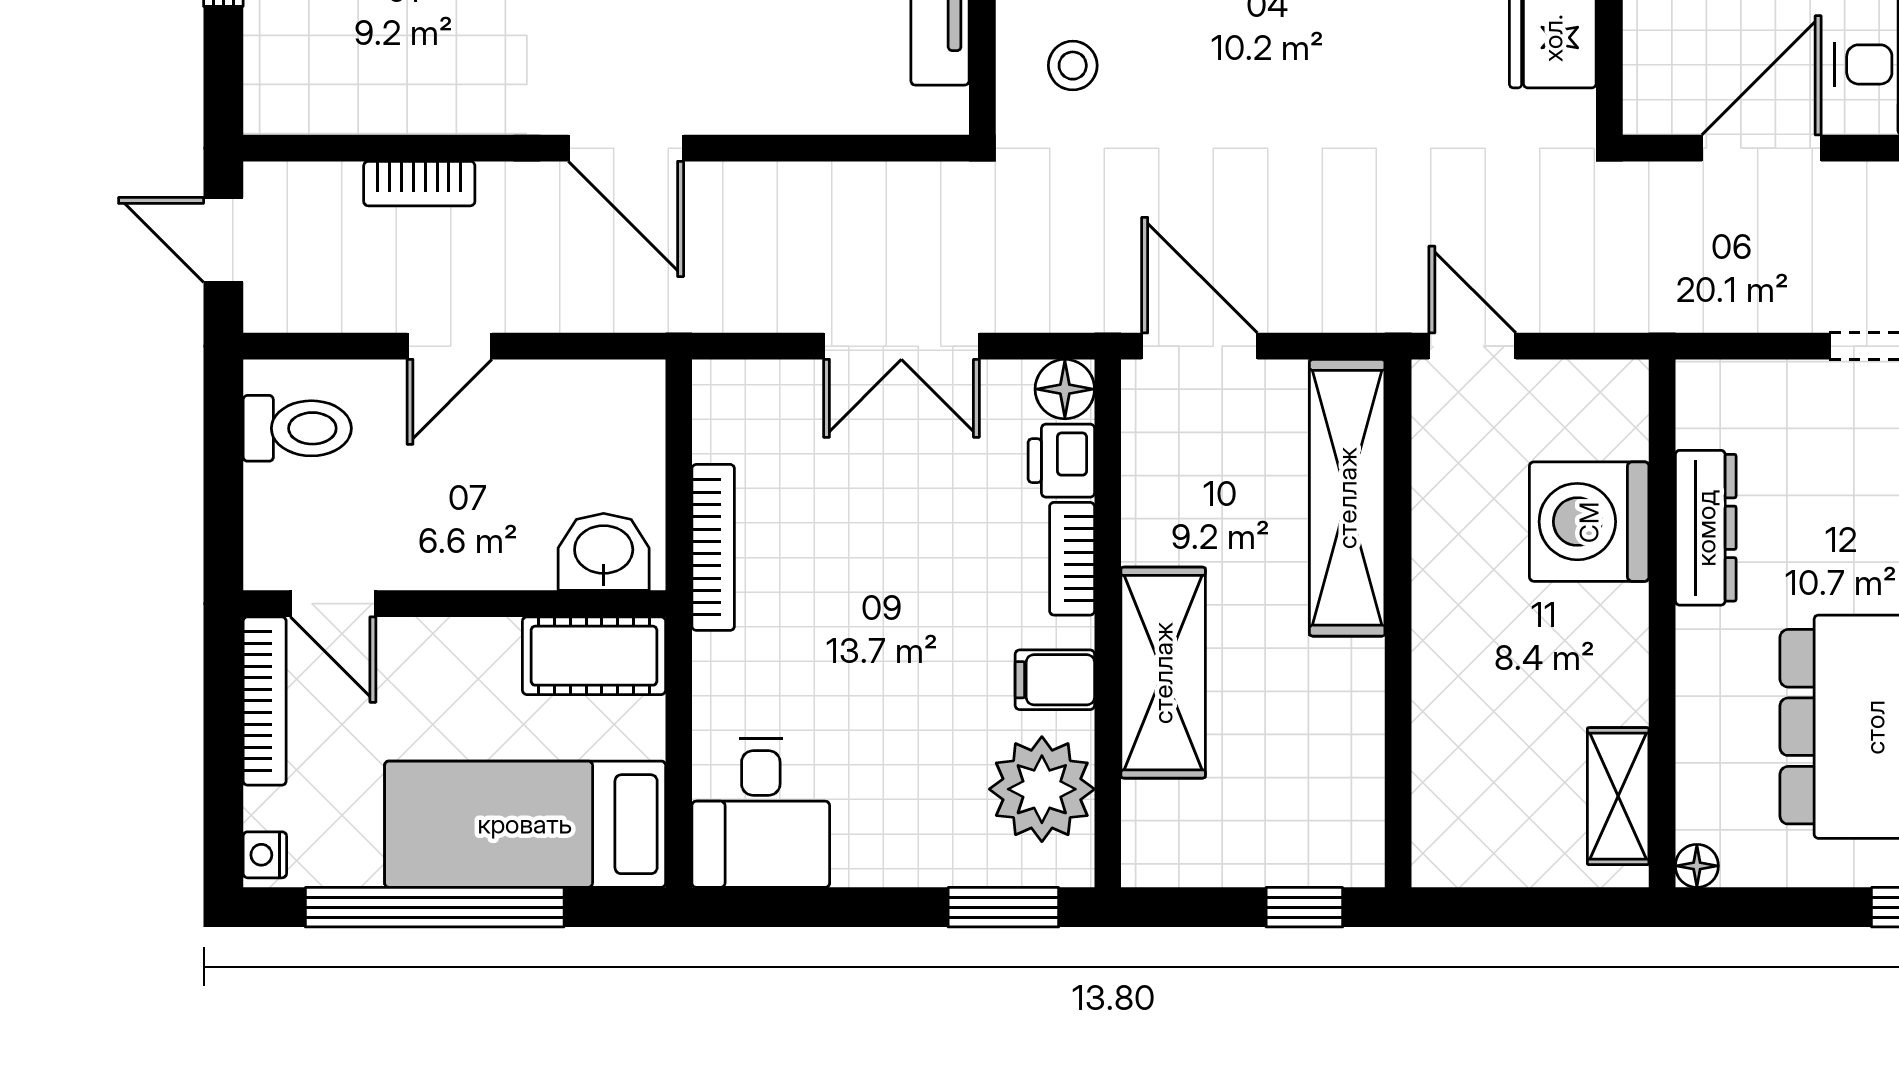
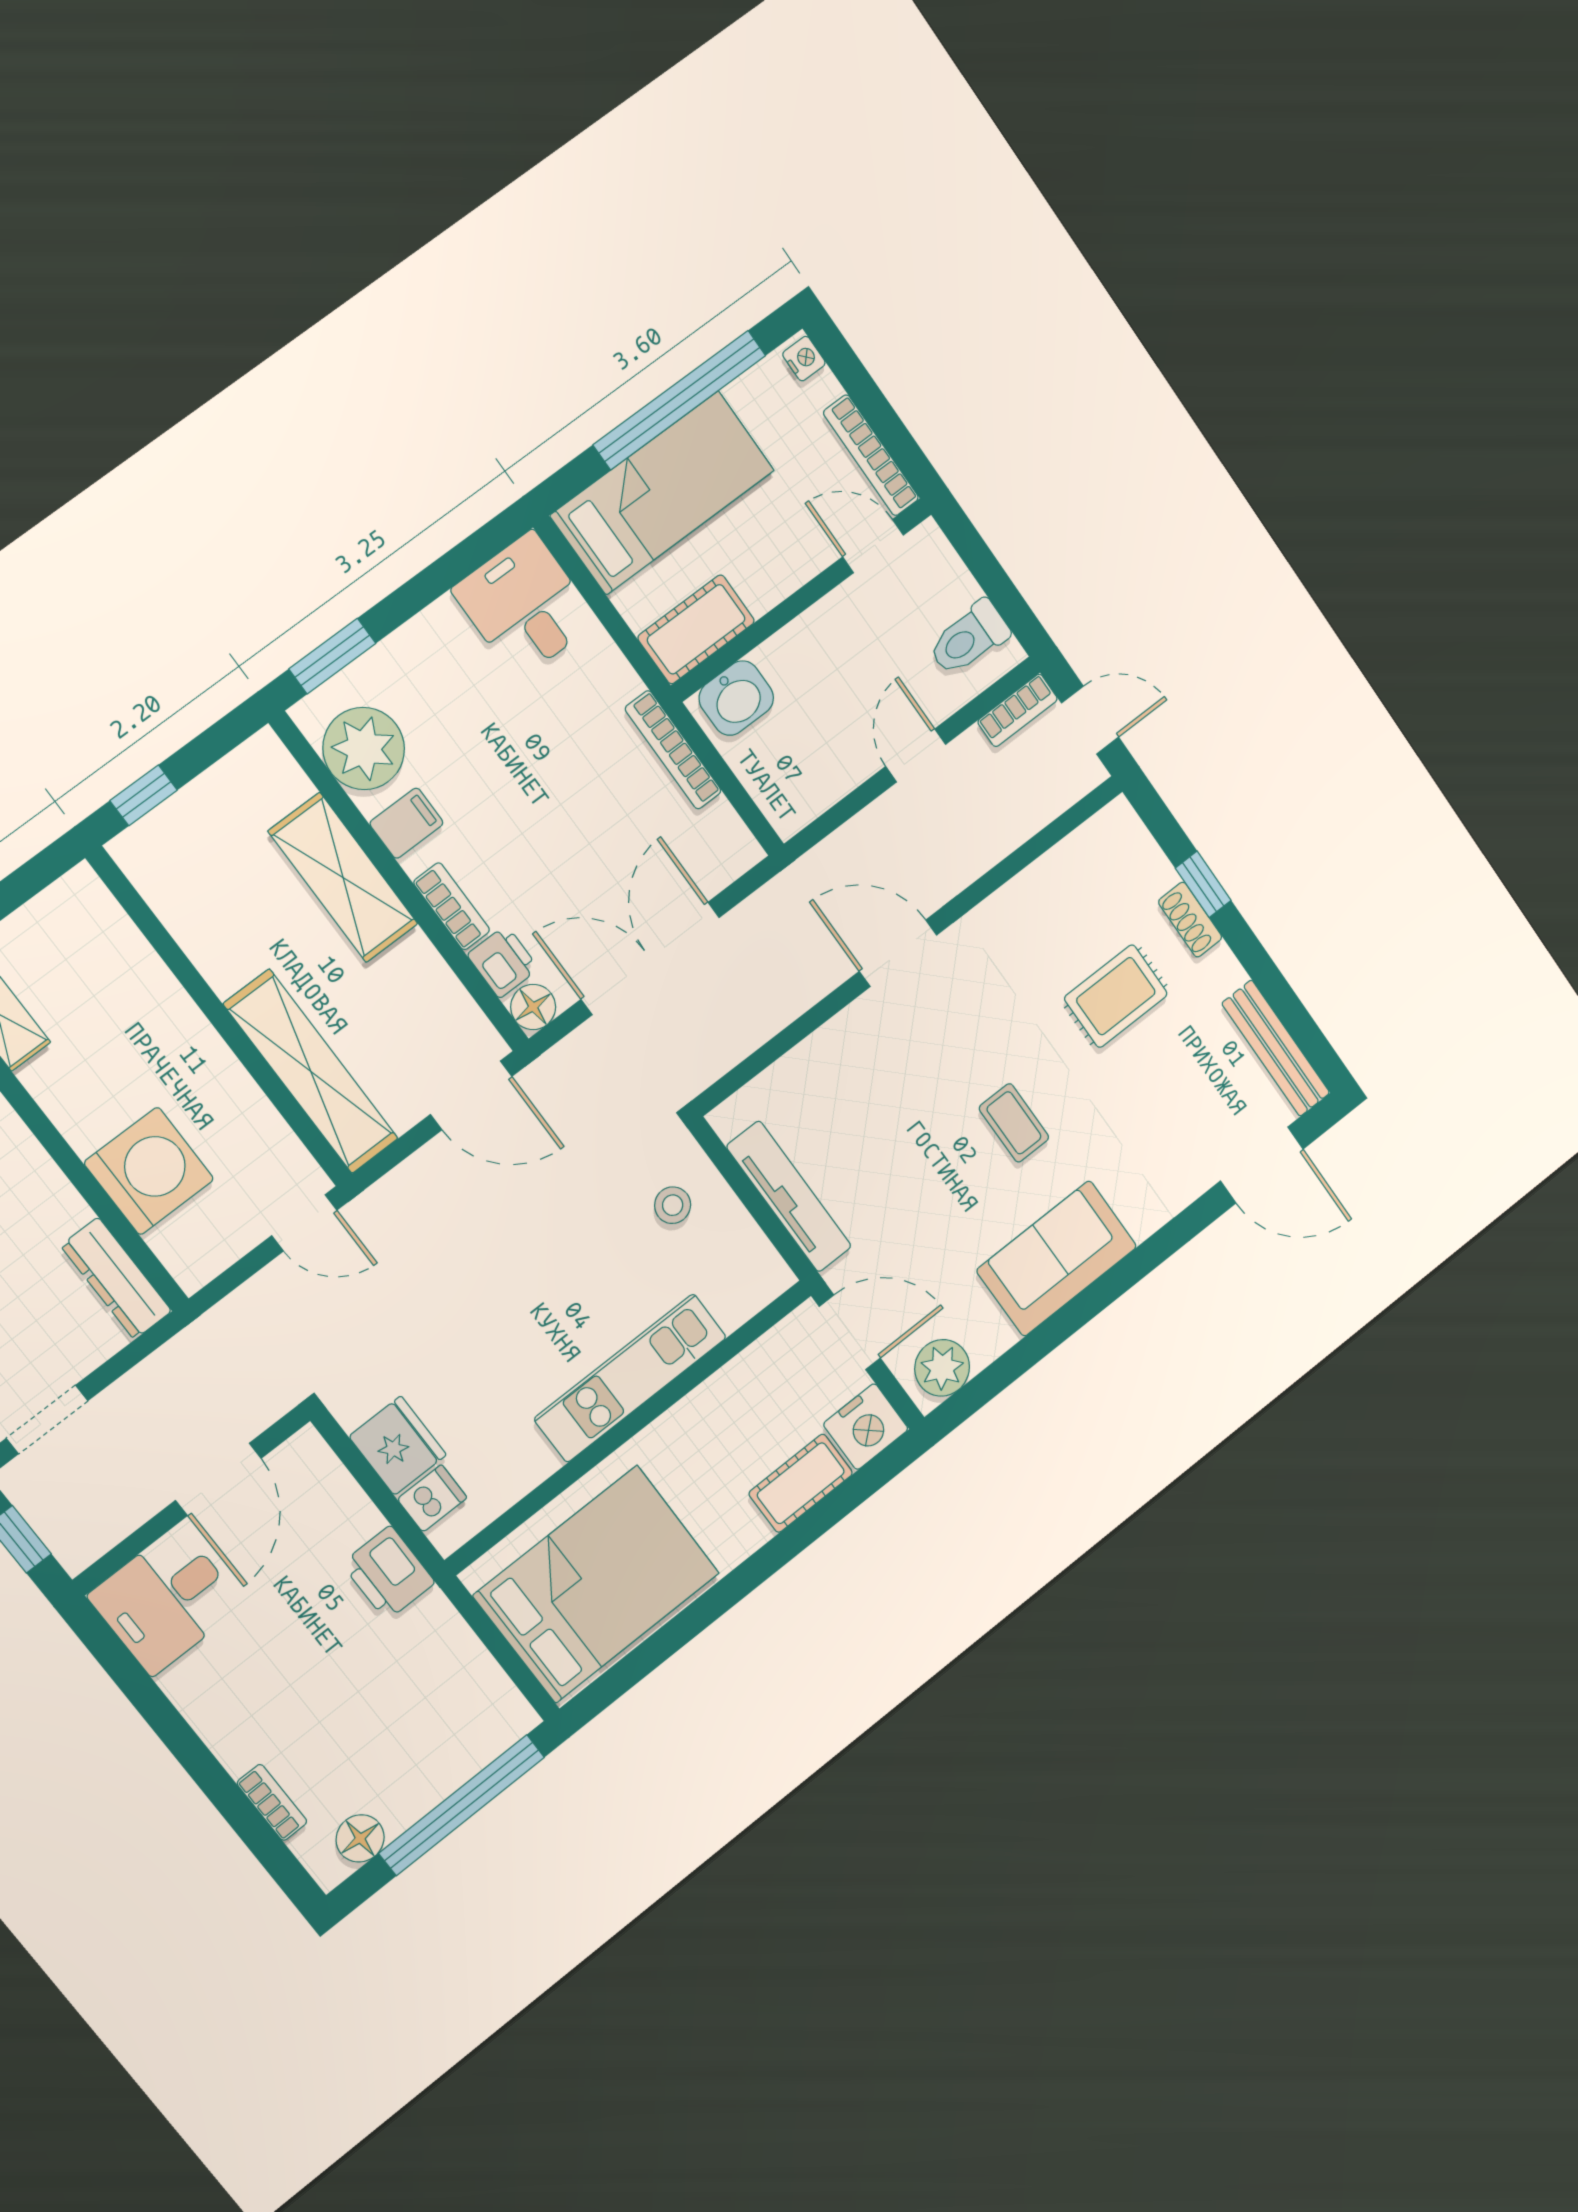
bookcase: (419, 184) -> (1018, 710), moved, turned 180
double door: (901, 346) -> (650, 958), width x1.37
dresser: (1706, 528) -> (116, 1278), moved

